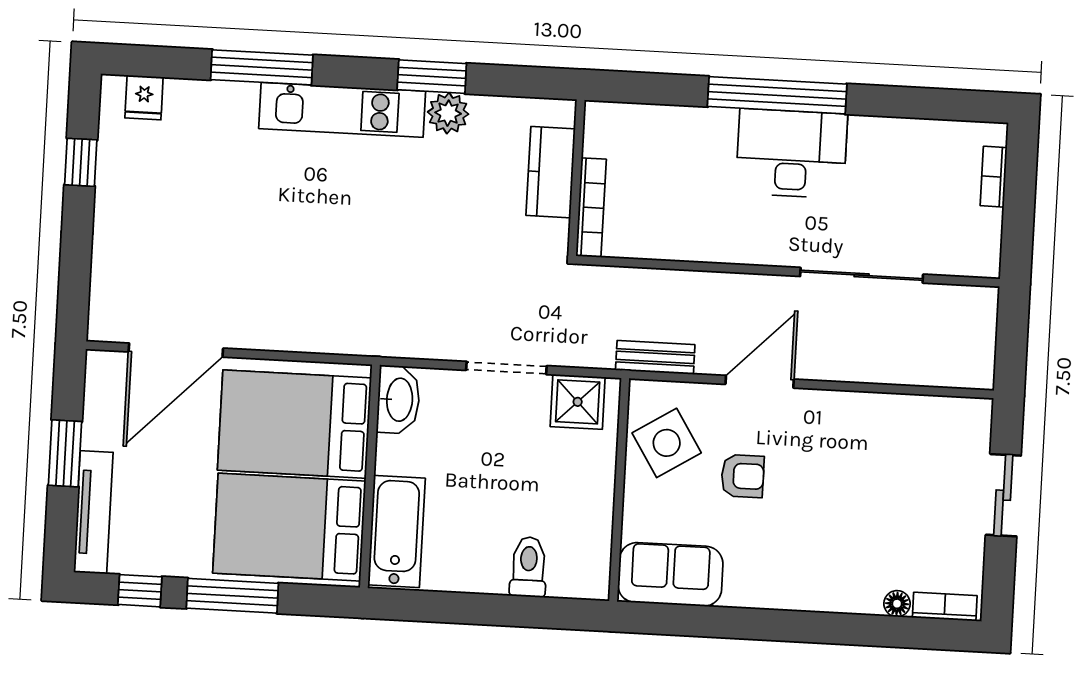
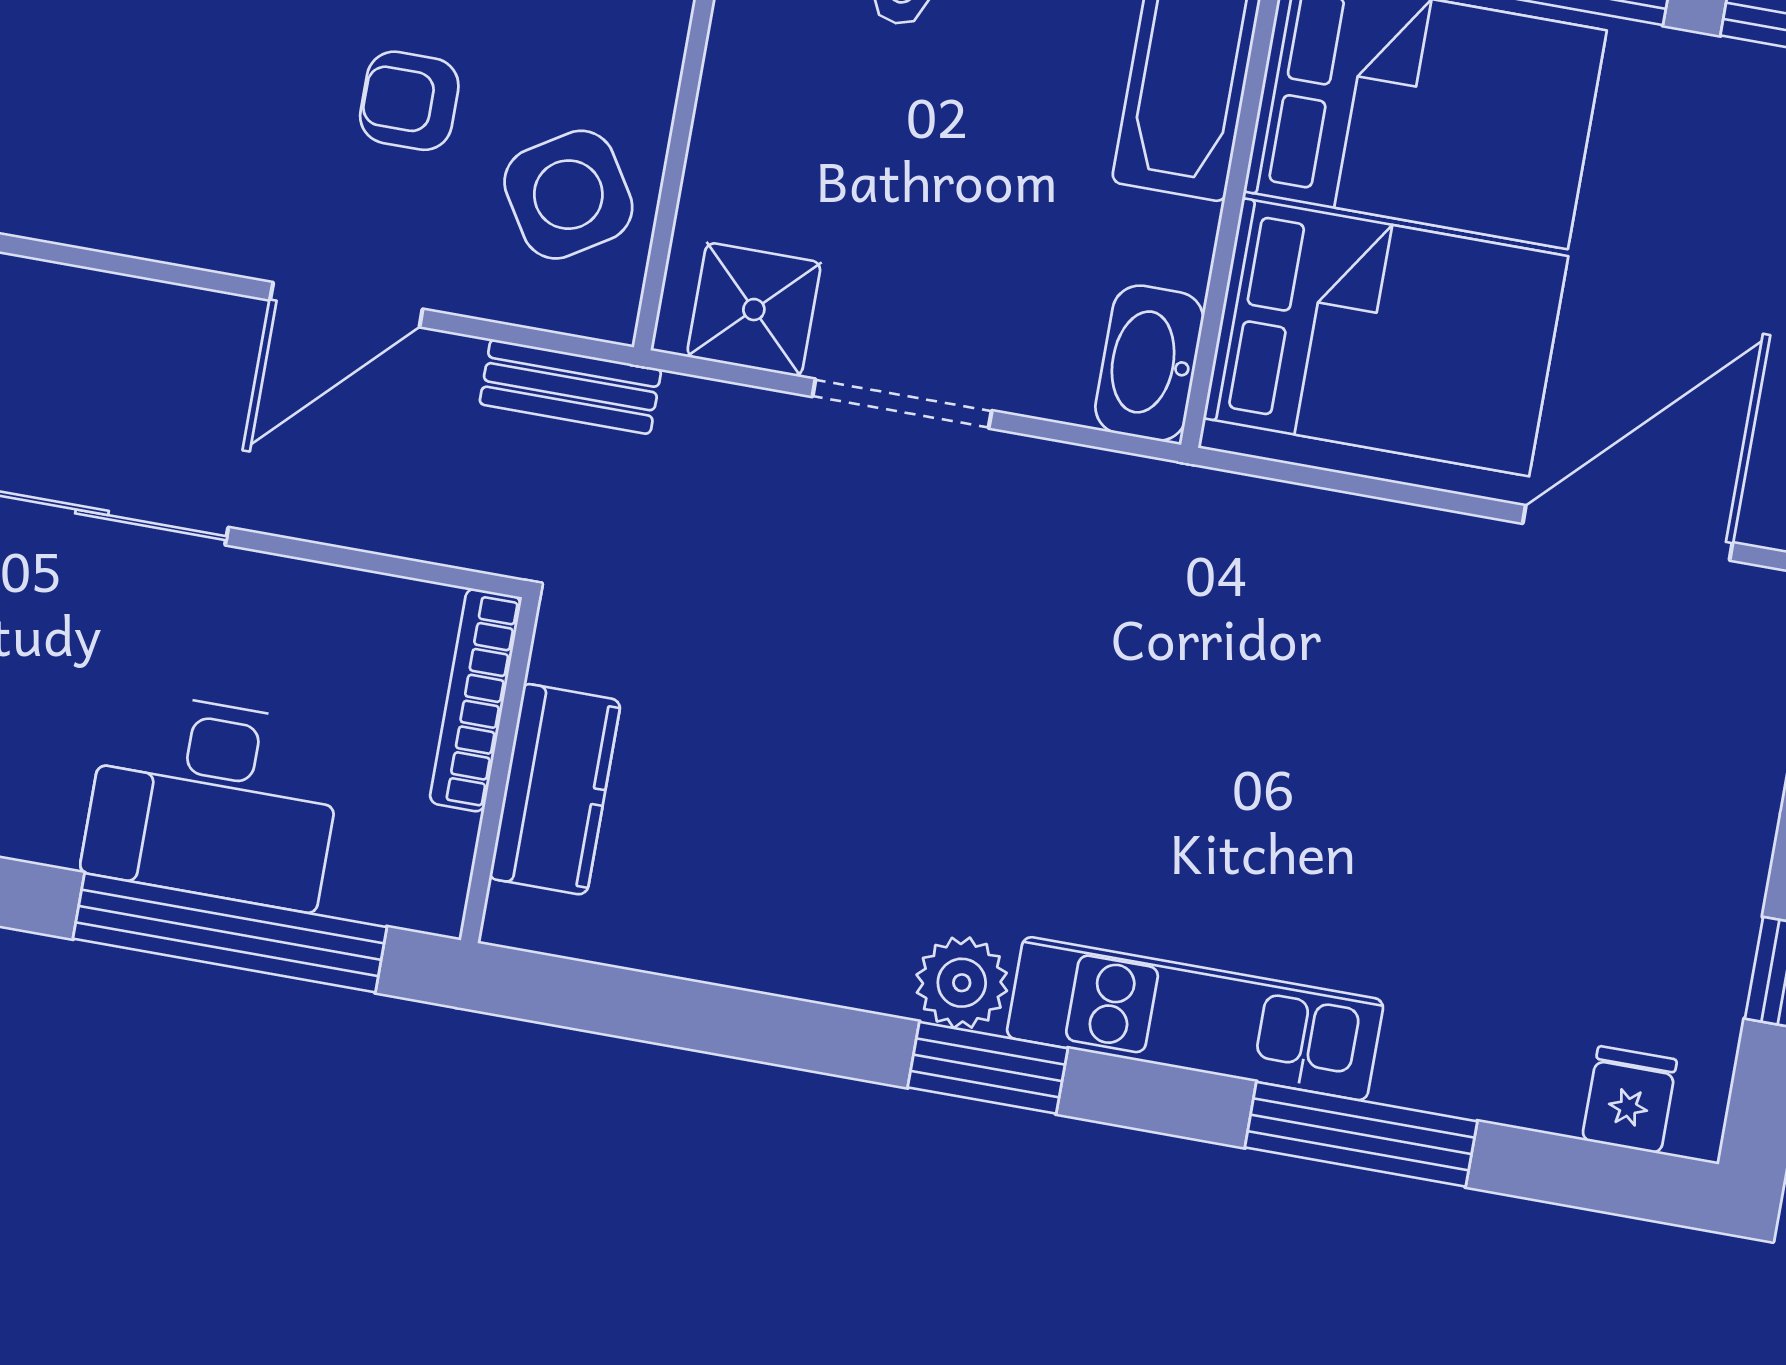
kitchen counter: (551, 172) -> (555, 789), moved
wall: (576, 178) -> (500, 770), moved
bookcase: (591, 208) -> (475, 700), moved

